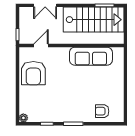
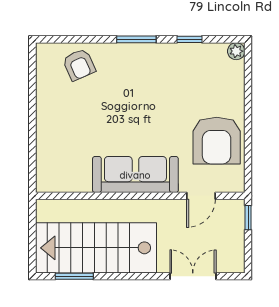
sofa: (91, 56) -> (135, 175), moved
armchair: (33, 73) -> (217, 141), turned 180
armchair: (102, 111) -> (79, 65), turned 66

